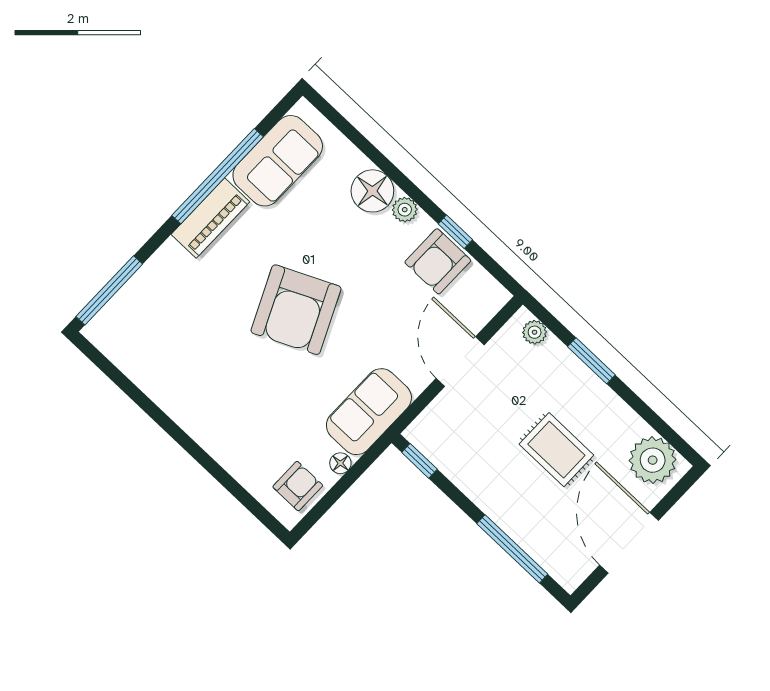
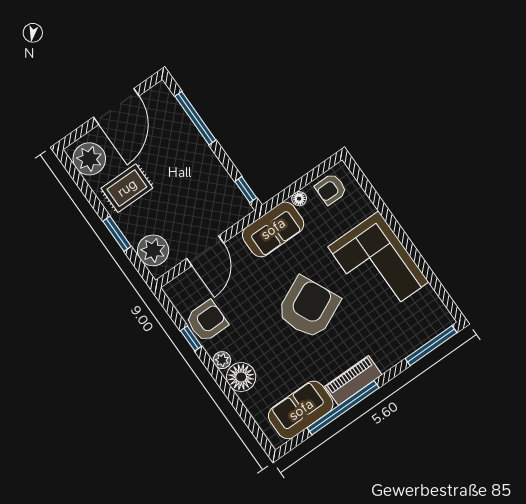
plant: (535, 332) -> (153, 250), width x1.87, depth x1.87
corner sofa: (208, 392) -> (378, 264), added
rug: (556, 450) -> (127, 188), moved, turned 90

